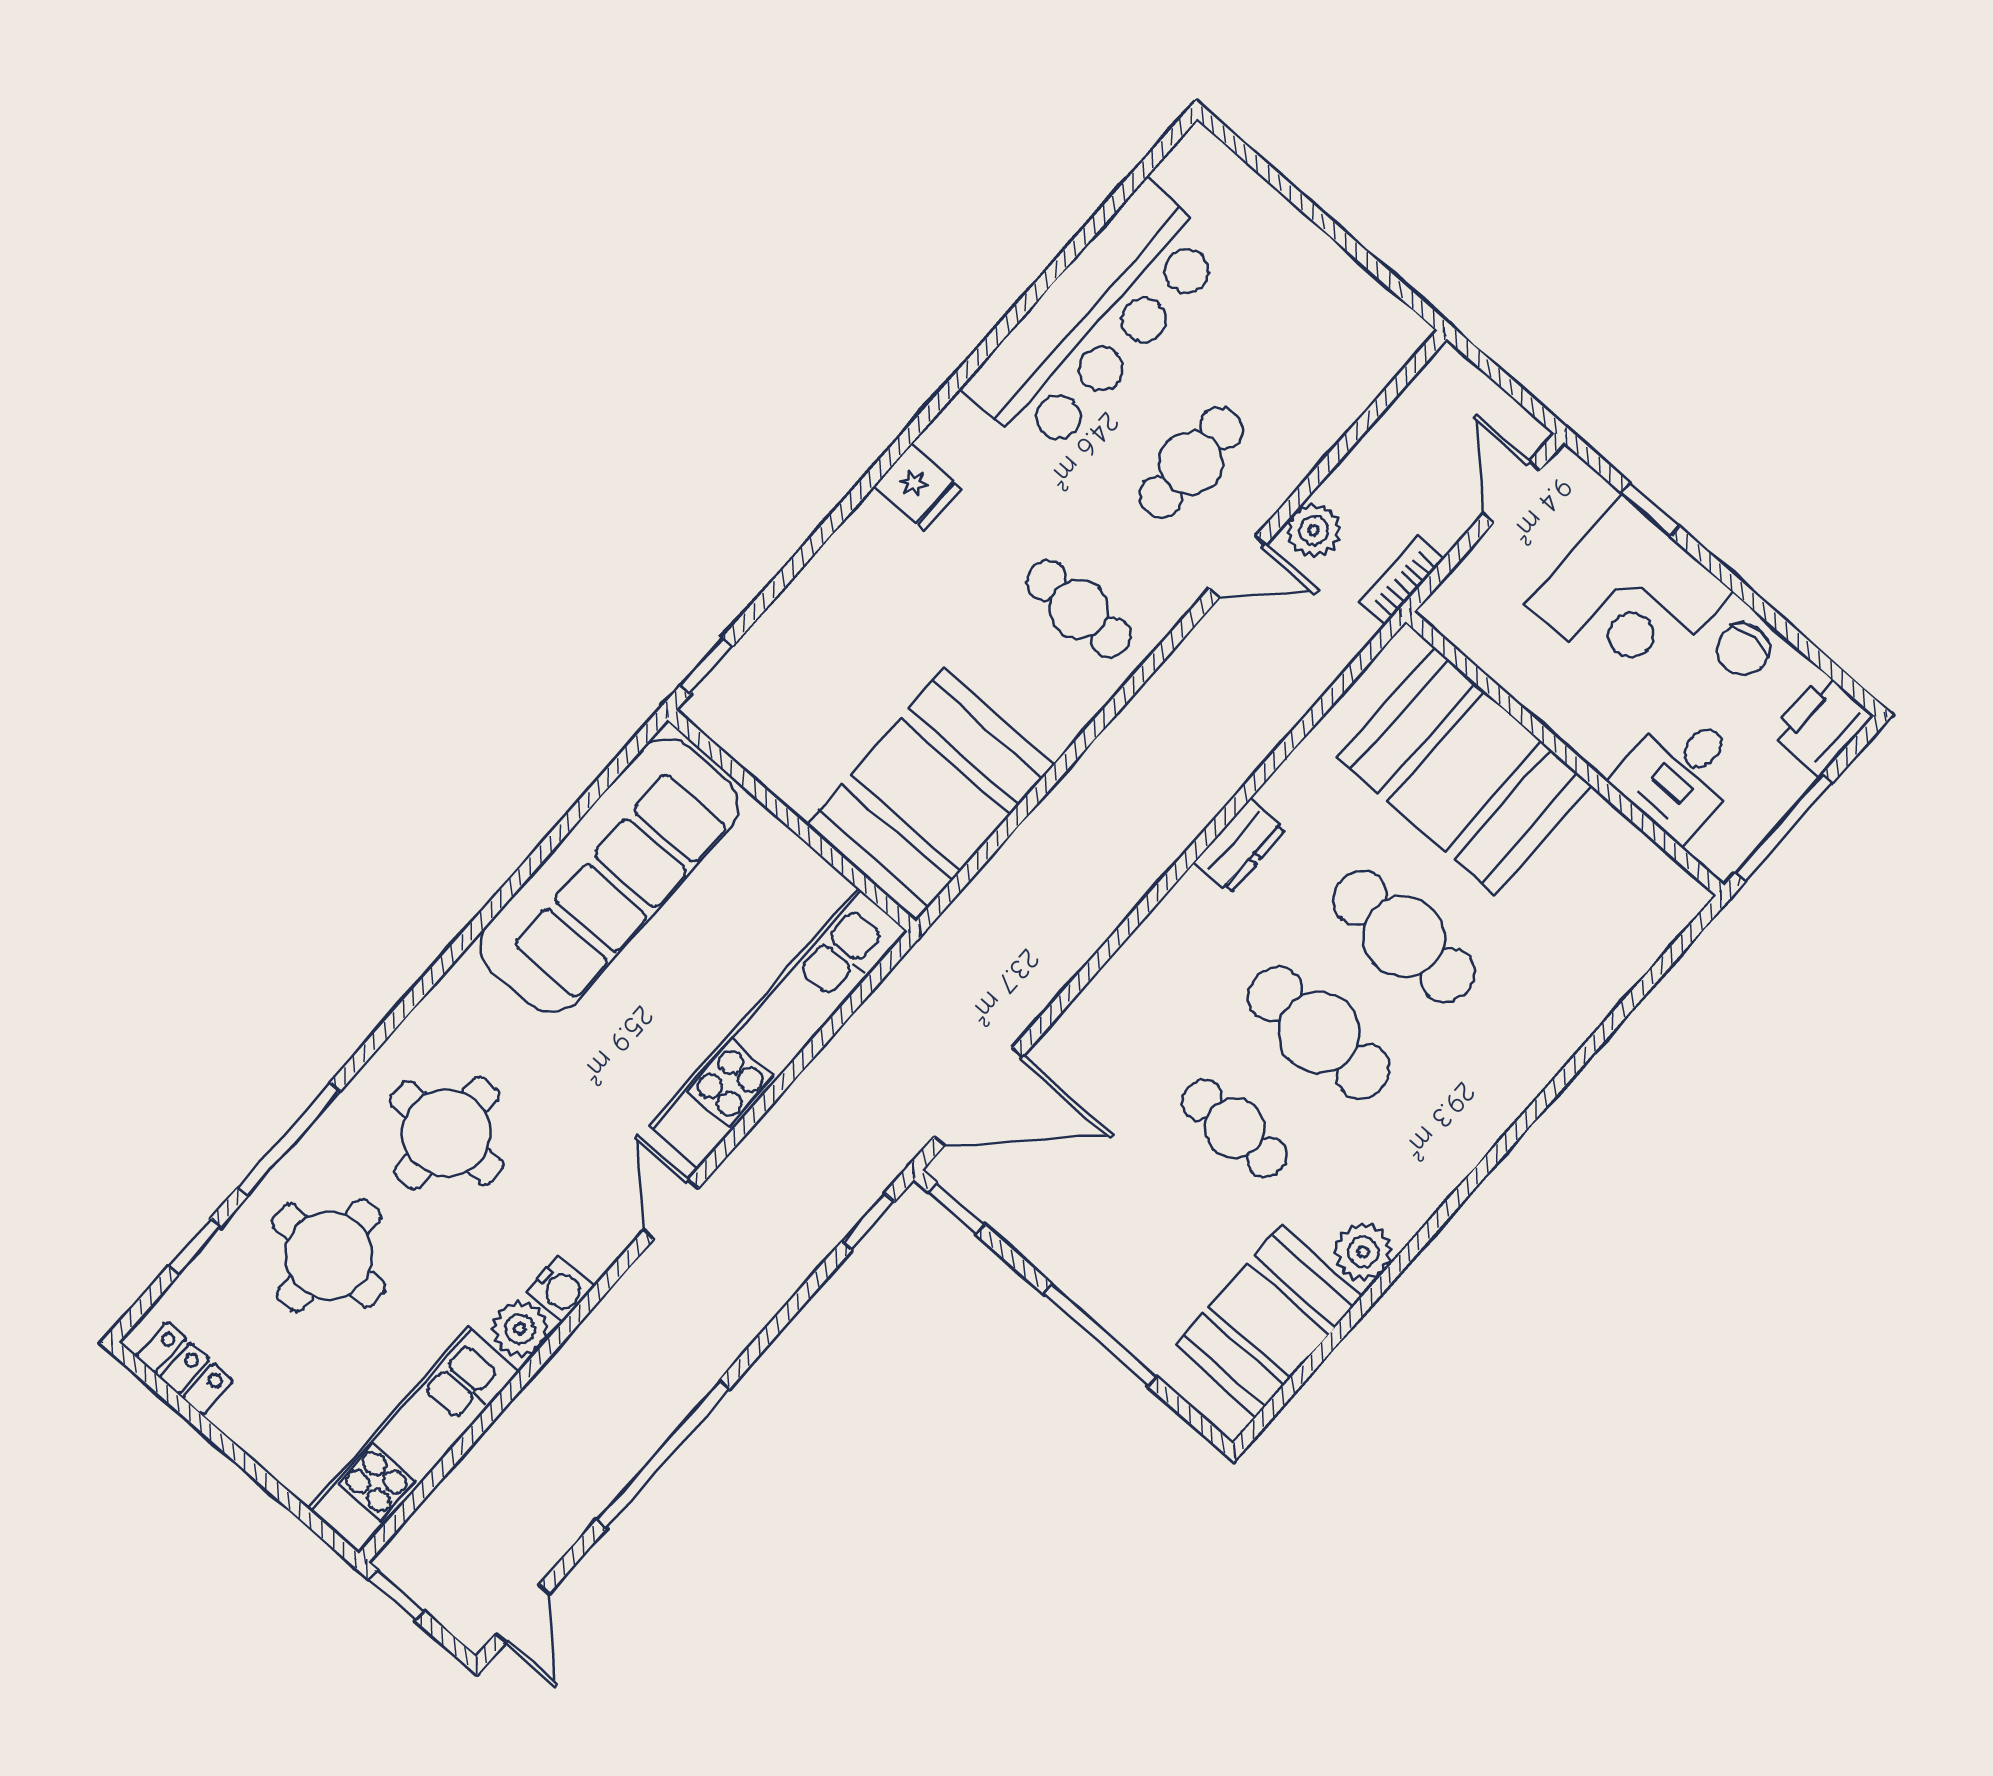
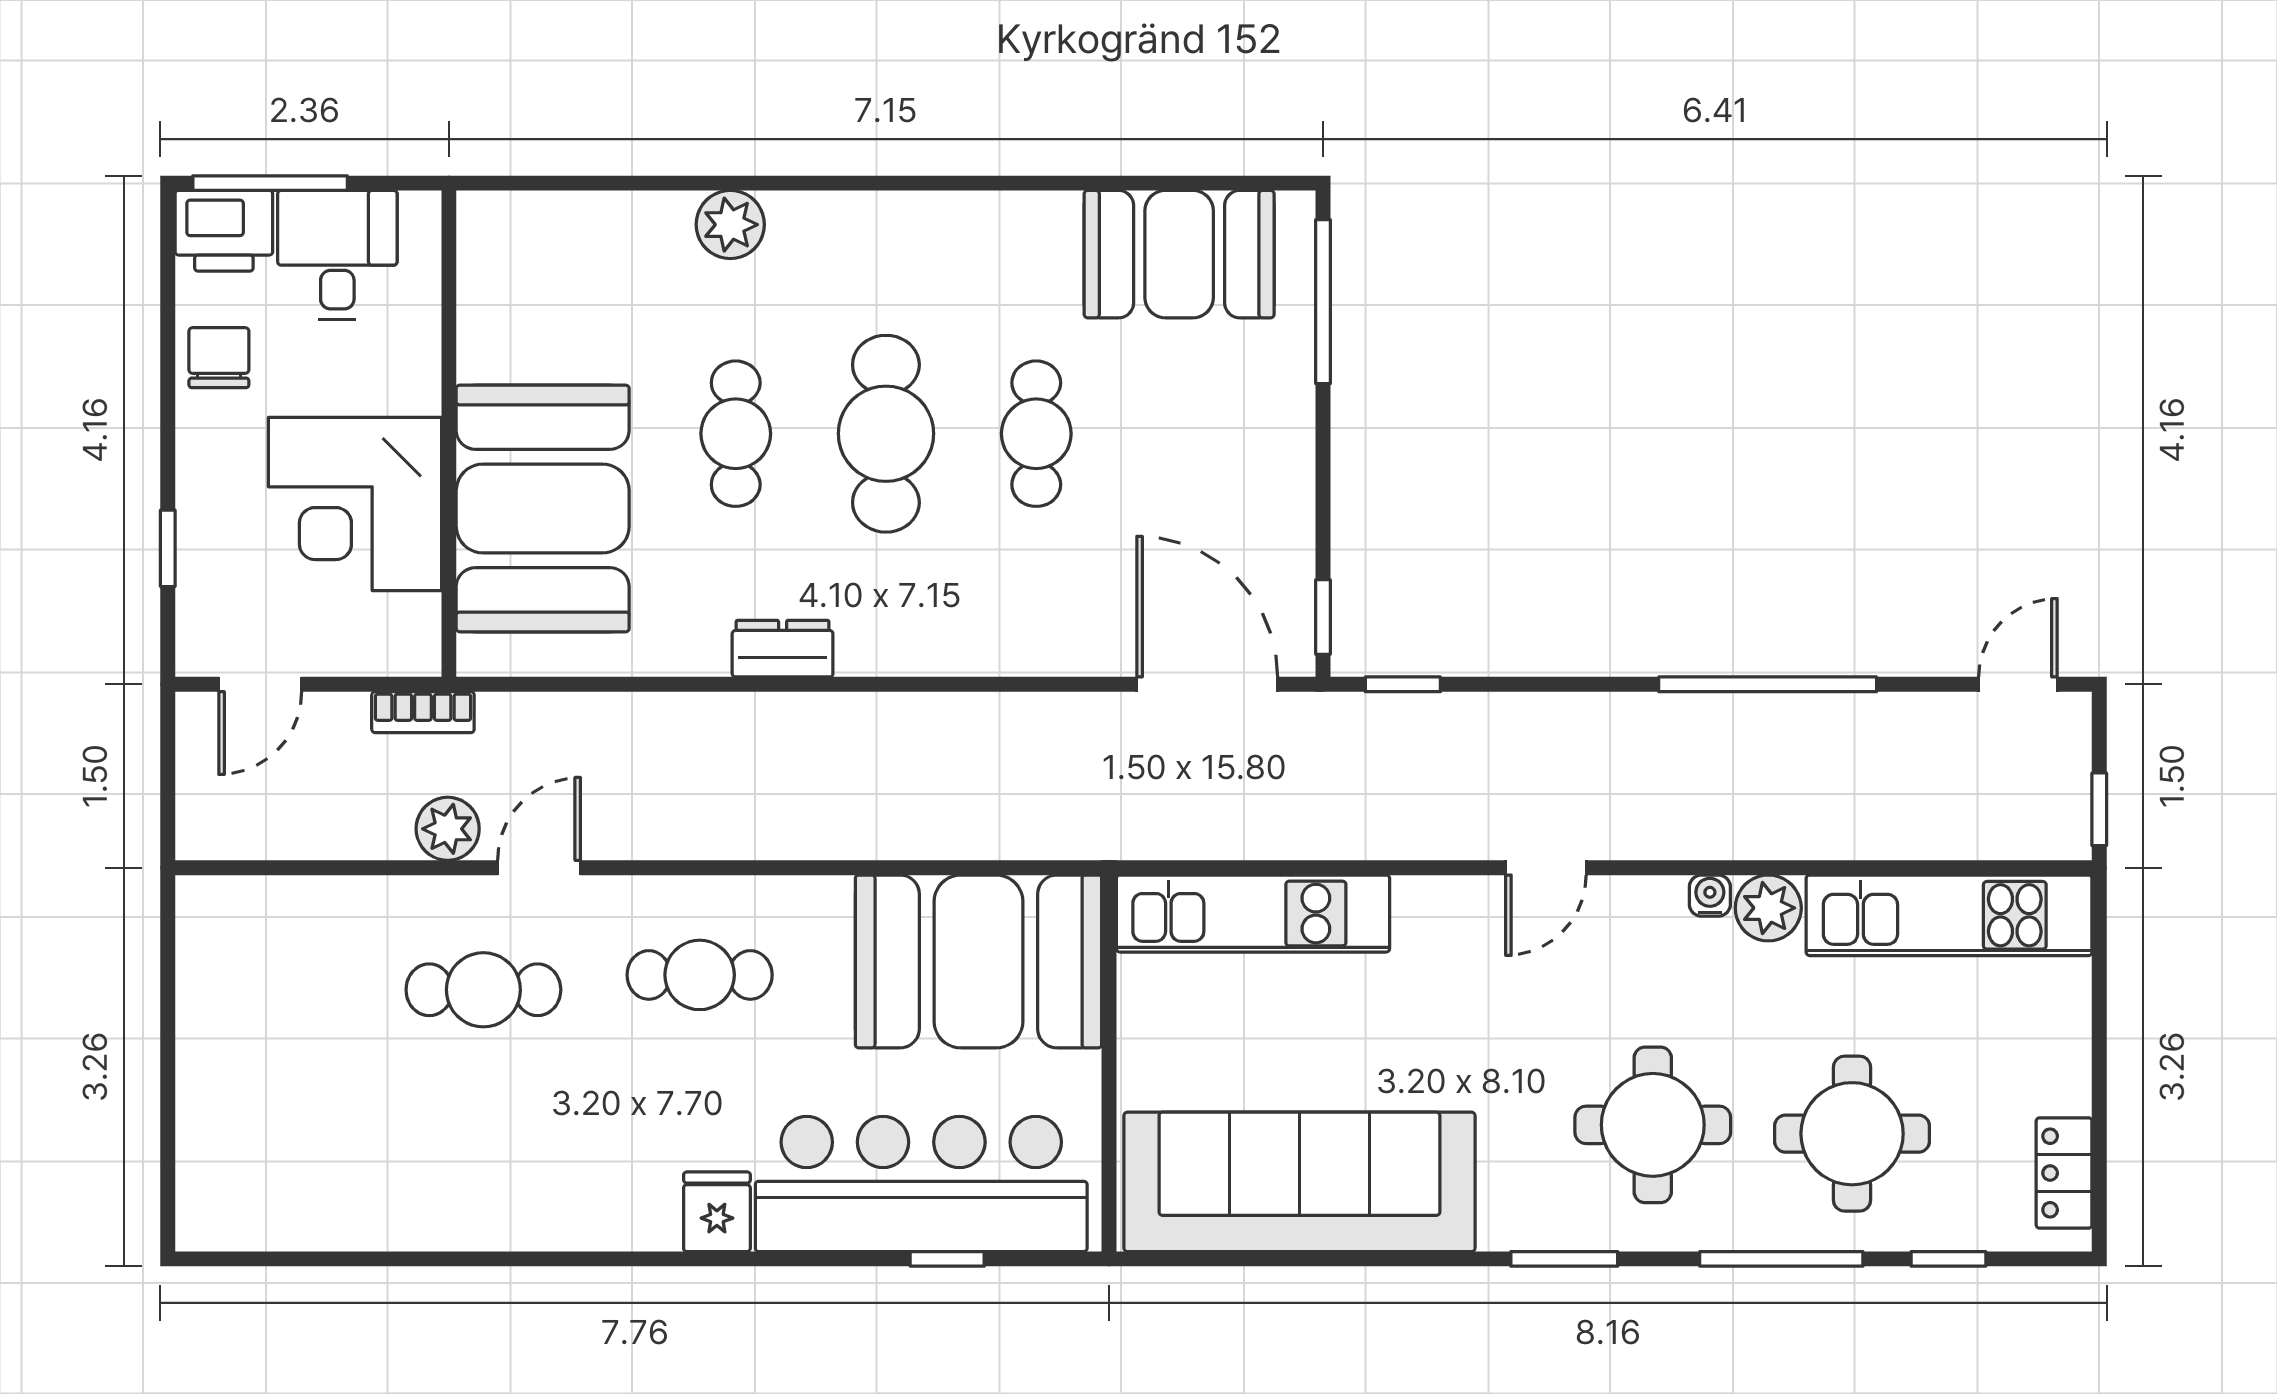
bar counter: (1096, 321) -> (921, 1184), moved
door: (1237, 567) -> (539, 868), hinge flipped
corner desk: (1629, 597) -> (355, 504), moved, turned 180
cafe table: (1079, 609) -> (700, 975), turned 90
chair: (1743, 650) -> (219, 358), turned -90
window: (706, 666) -> (947, 1259), moved
desk: (1680, 774) -> (337, 255), moved, turned -90
window: (1784, 828) -> (270, 183), moved
cafe table: (1404, 937) -> (736, 434), width x0.73, depth x0.74
window: (411, 1001) -> (1564, 1259), added
kitchen unit: (778, 1029) -> (1253, 914), width x0.73
plant: (1363, 1252) -> (730, 225), moved
water cooler: (560, 1289) -> (1710, 896), width x0.72, depth x0.72
window: (1100, 1335) -> (1323, 302), moved

